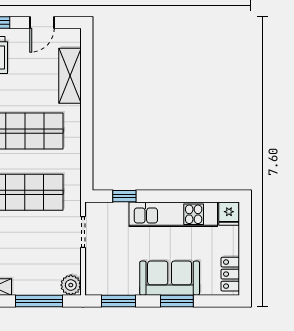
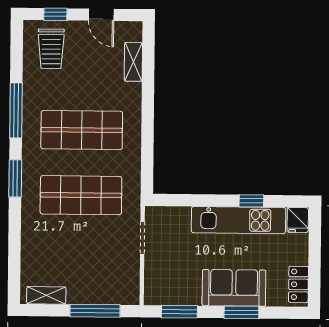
door: (42, 22) -> (101, 15), hinge flipped
shelving: (70, 76) -> (133, 62), width x0.67, depth x0.75
window: (124, 196) -> (251, 201), moved
plant: (71, 285) -> (129, 294), removed

